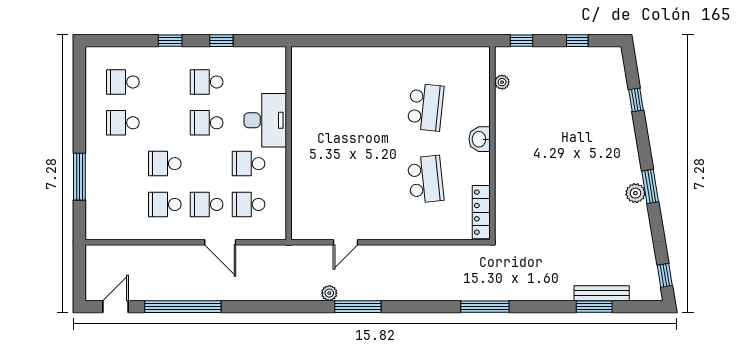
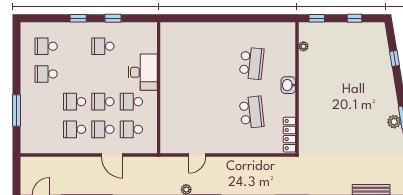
school desk: (207, 123) -> (103, 102), moved

